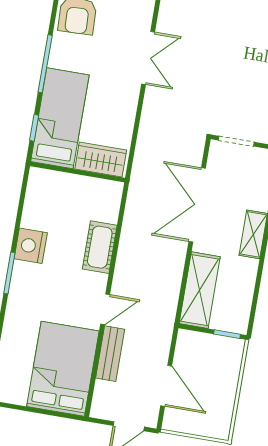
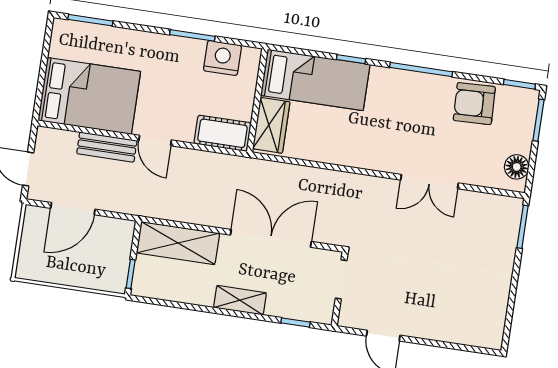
bed: (60, 118) -> (315, 80), moved
wardrobe: (101, 160) -> (271, 125), moved
wall: (78, 172) -> (257, 100), moved

